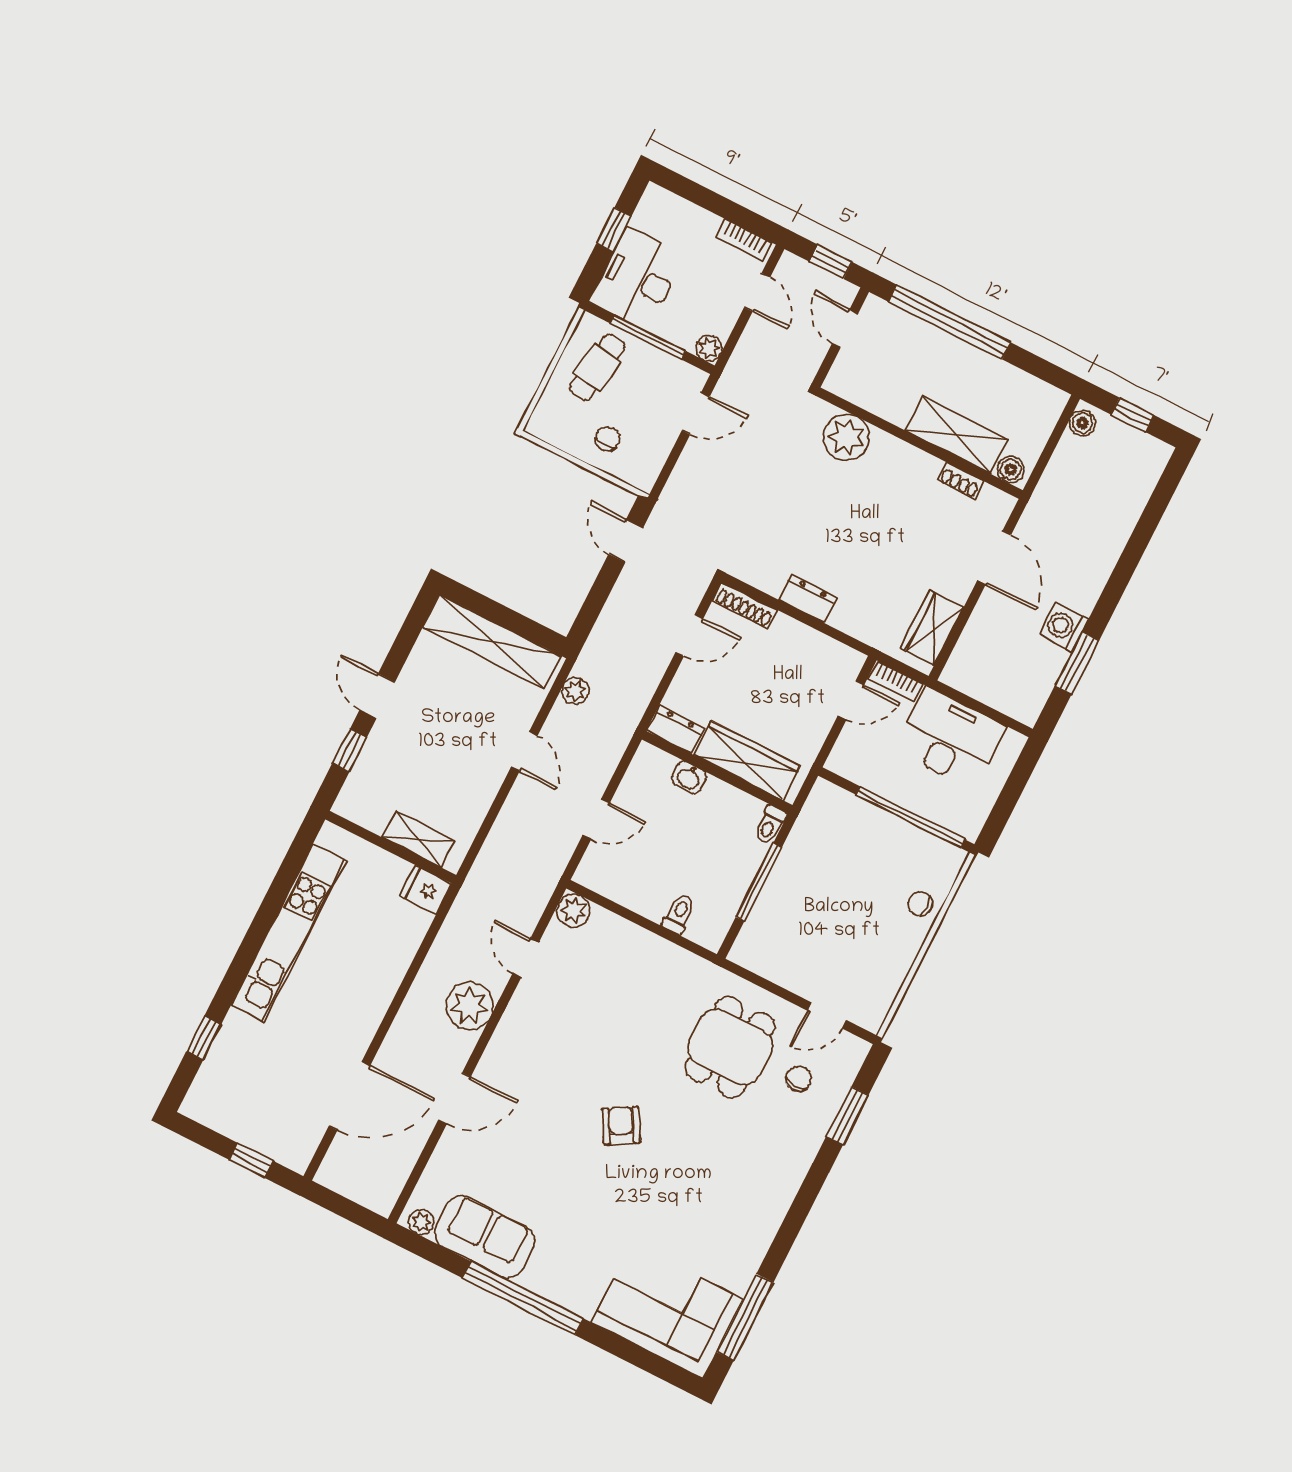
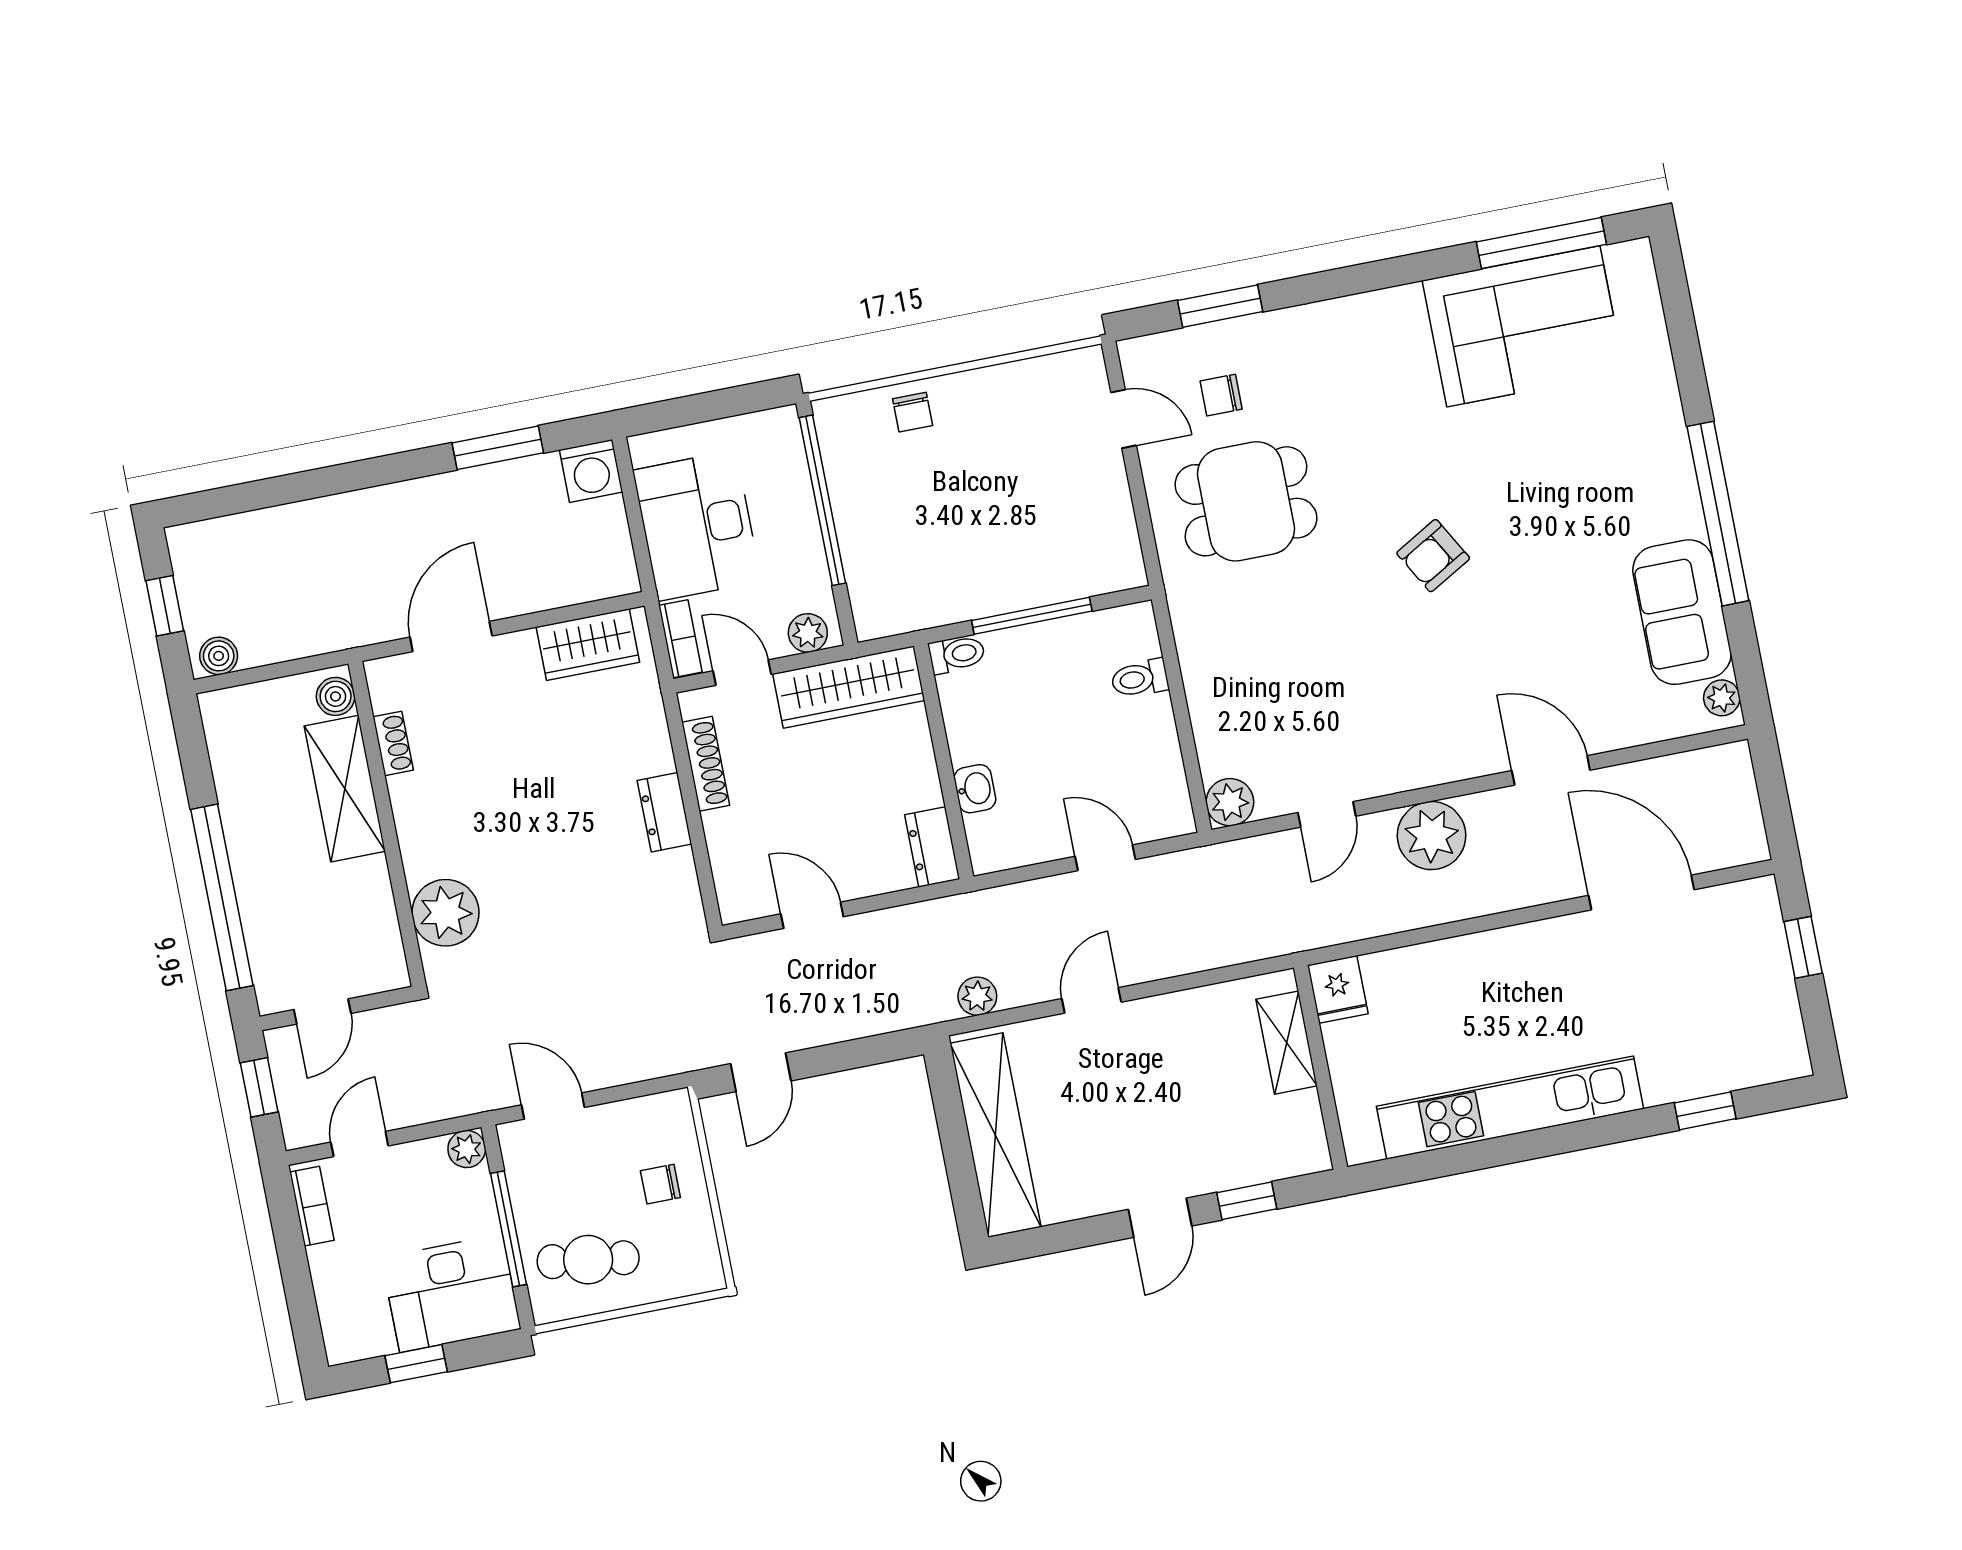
shoe rack: (745, 605) -> (706, 764), moved
washing machine: (1064, 627) -> (591, 471), moved
plant: (845, 753) -> (808, 633), added
wardrobe: (747, 760) -> (849, 687), moved, turned -90
corner sofa: (668, 1311) -> (1523, 326), moved, turned -90

